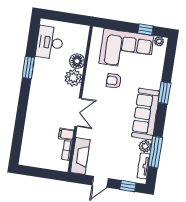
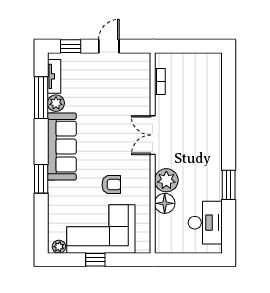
window: (146, 30) -> (95, 260), moved
filing cabinet: (66, 134) -> (164, 103), removed
fireplace: (80, 156) -> (141, 77), removed

